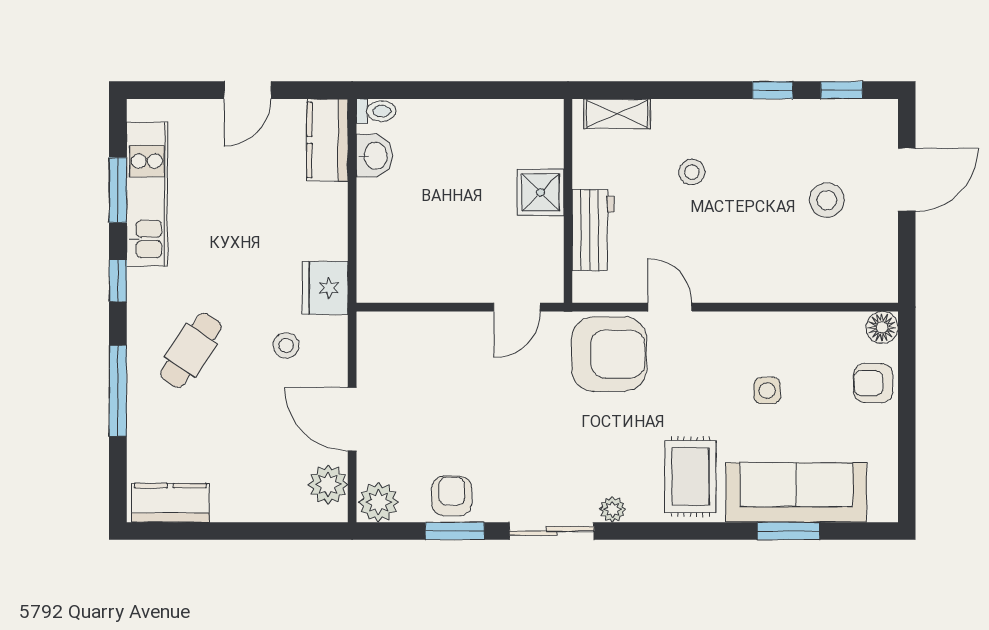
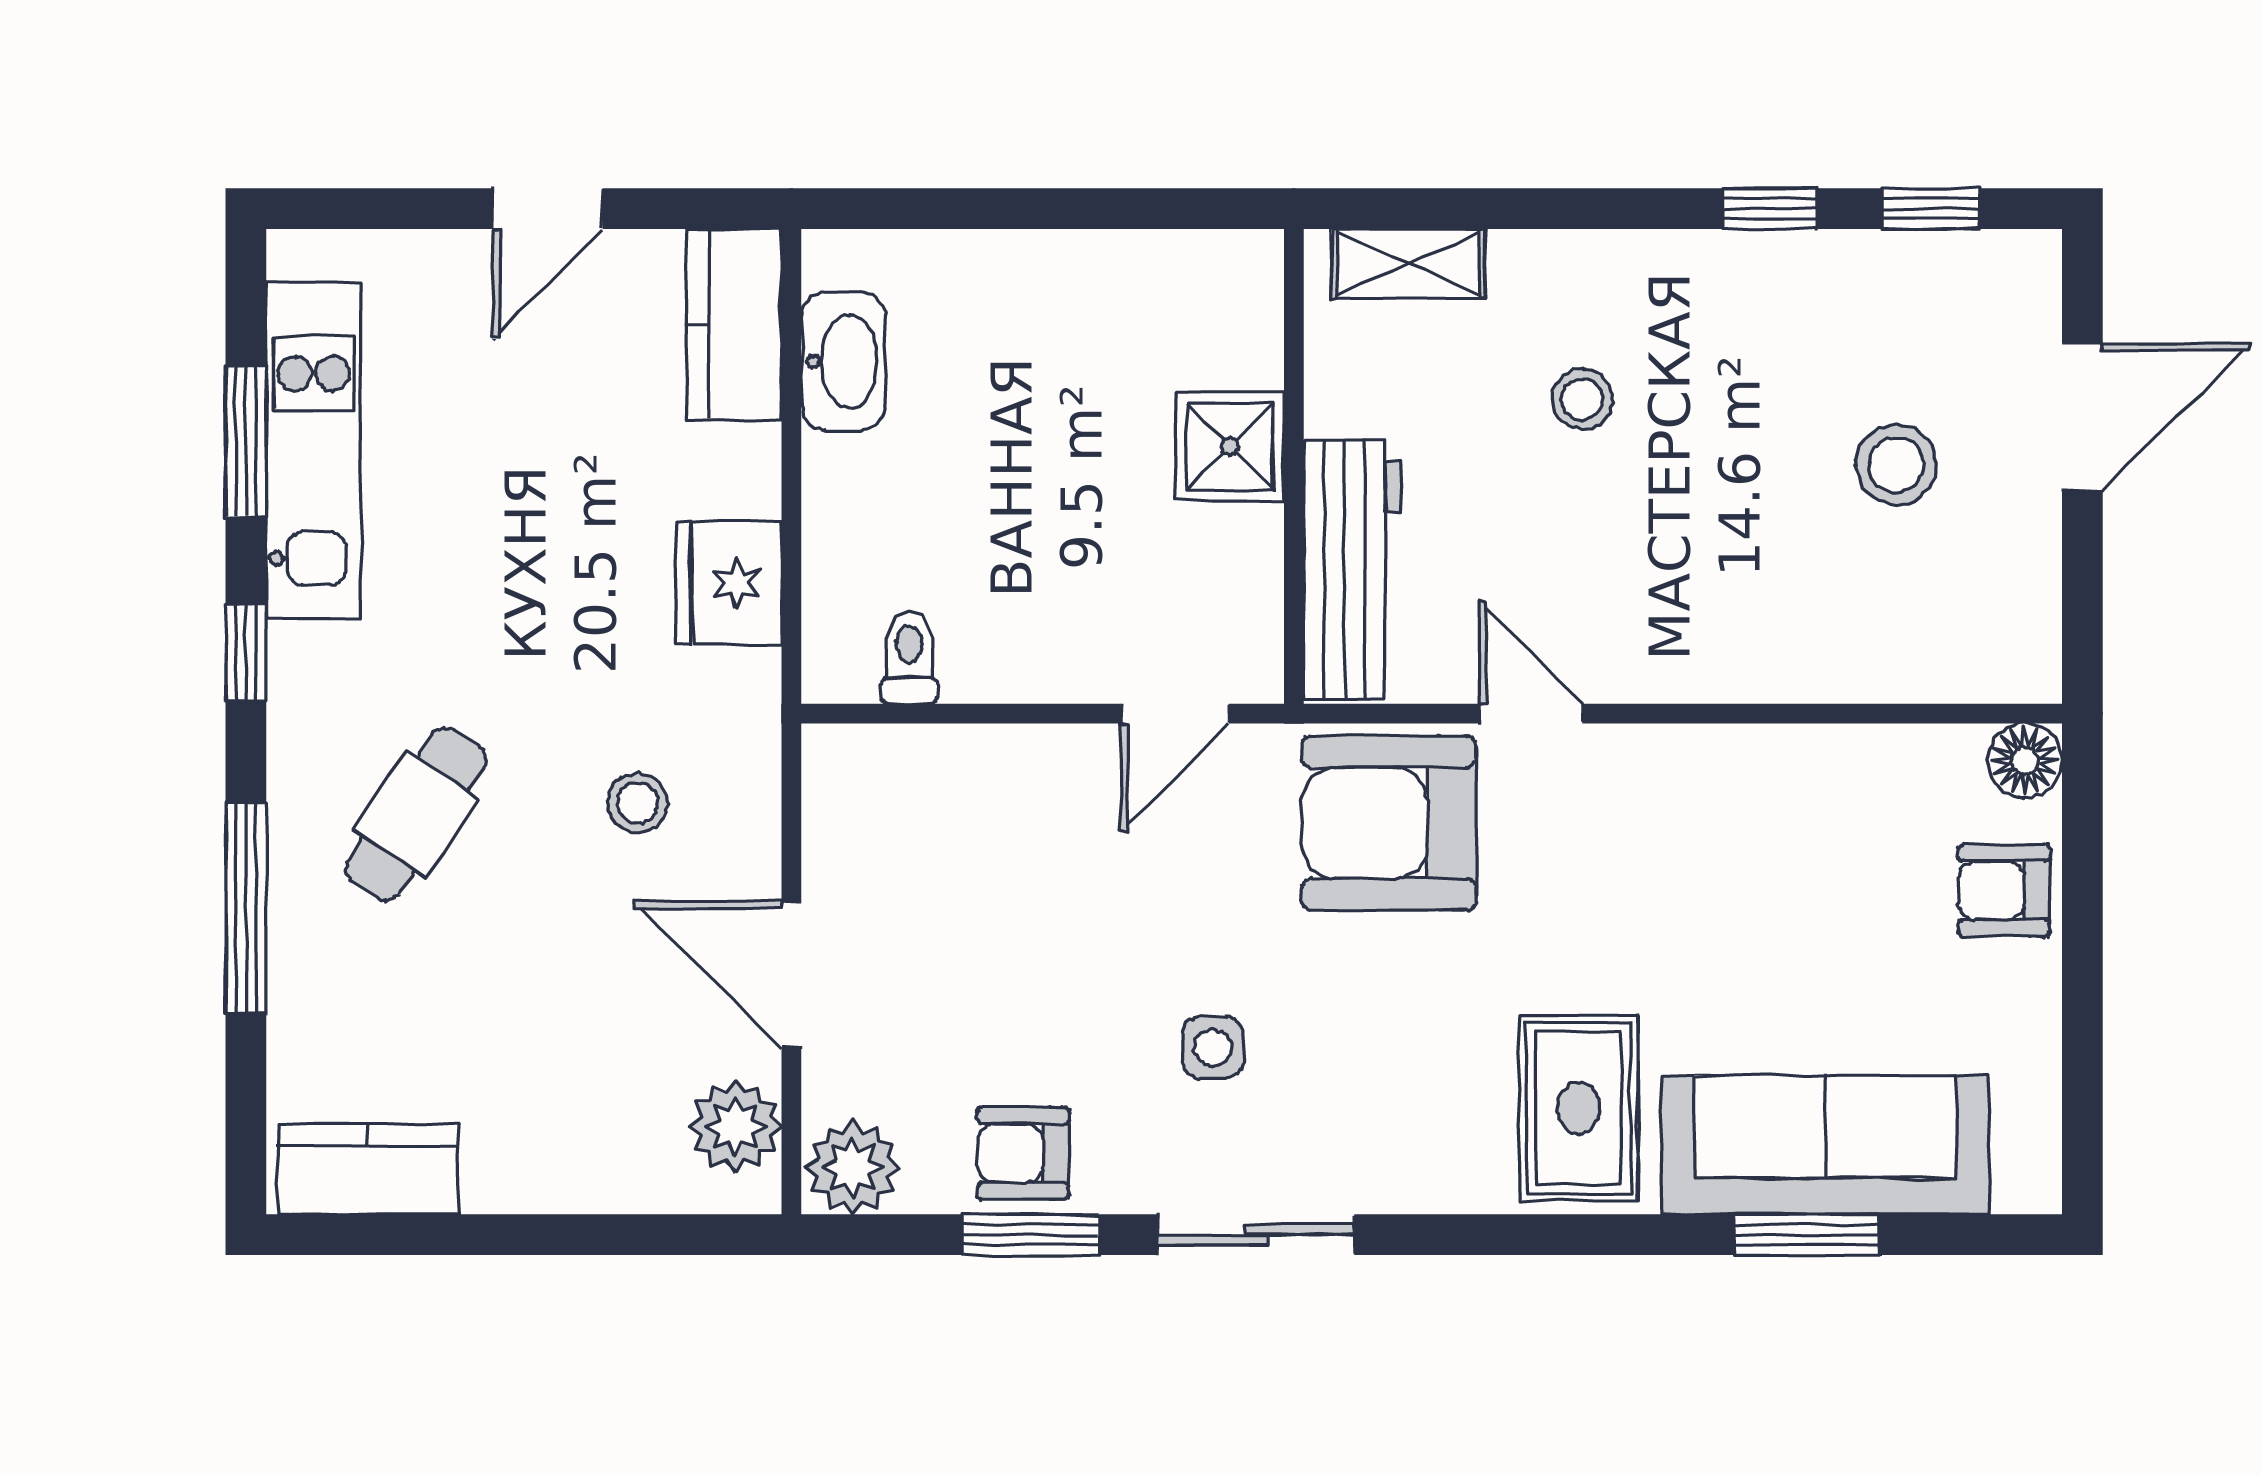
toilet: (376, 111) -> (909, 657), moved, turned -90
washbasin: (374, 156) -> (843, 361), width x1.38
workbench: (593, 230) -> (1352, 570), width x1.38
fridge: (325, 288) -> (729, 583), moved
armchair: (609, 354) -> (1389, 823), turned 180
side table: (767, 391) -> (1213, 1048), moved
armchair: (452, 496) -> (1023, 1153), turned -90
plant: (613, 509) -> (1397, 1184), removed

